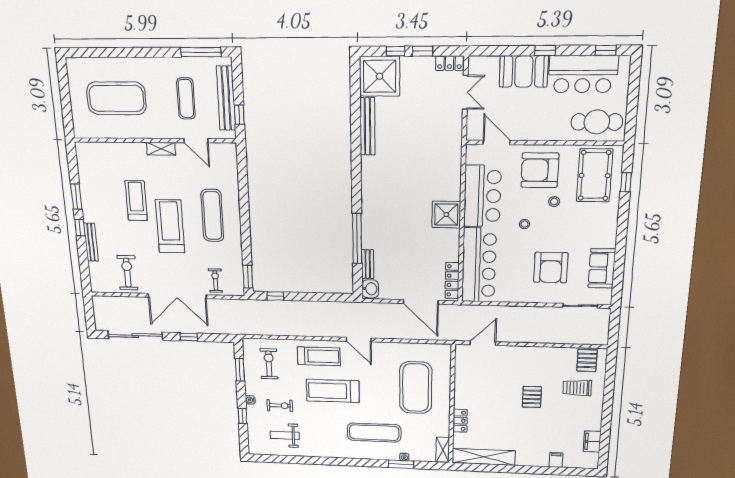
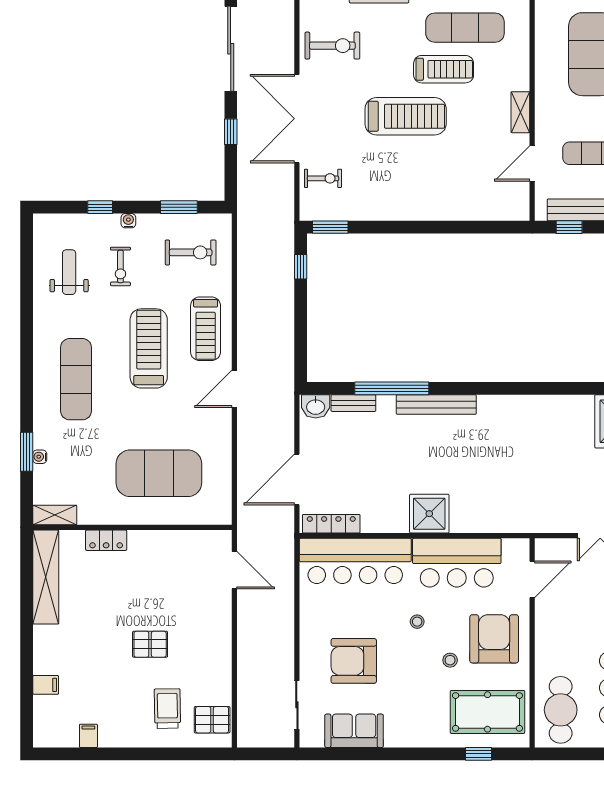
bench: (367, 126) -> (436, 404), moved
exercise mat: (212, 216) -> (465, 28), moved
exercise mat: (374, 433) -> (76, 379), moved
filing cabinet: (592, 441) -> (88, 736), width x0.50

